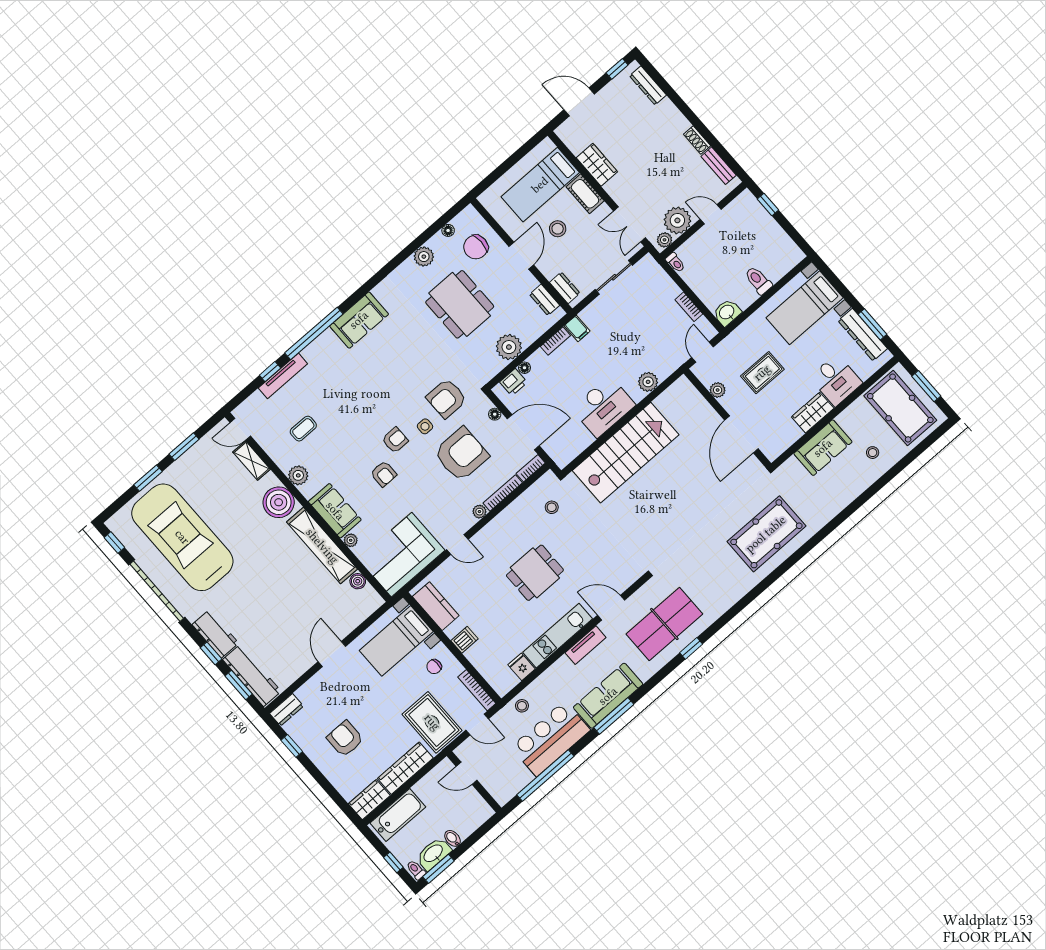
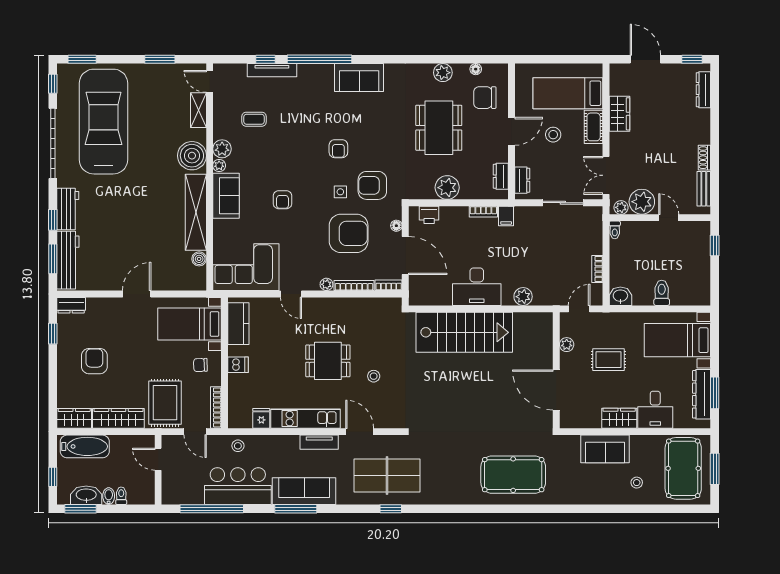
floor lamp: (525, 368) -> (445, 211), removed
door: (741, 434) -> (556, 390), hinge flipped
armchair: (395, 440) -> (338, 149), moved, turned 90
window: (148, 478) -> (82, 59), moved
stool: (552, 507) -> (374, 376), moved
plant: (351, 540) -> (219, 166), moved
toilet: (416, 870) -> (121, 496), moved

